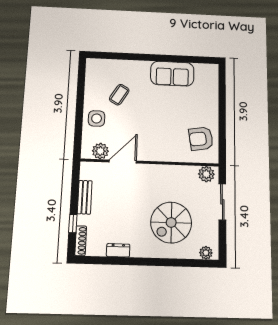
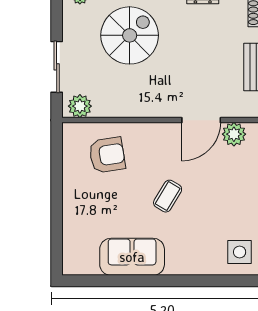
coffee table: (119, 95) -> (168, 196), moved
side table: (97, 118) -> (240, 252), moved
armchair: (201, 139) -> (107, 155), moved

